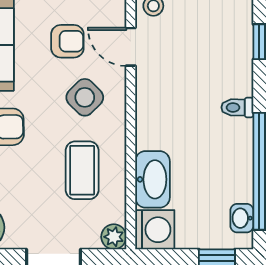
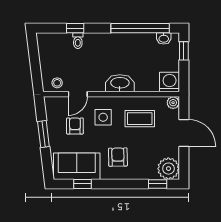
side table: (85, 97) -> (103, 117), turned 45
toilet: (237, 107) -> (78, 41), moved
washbasin: (153, 179) -> (120, 83), moved

